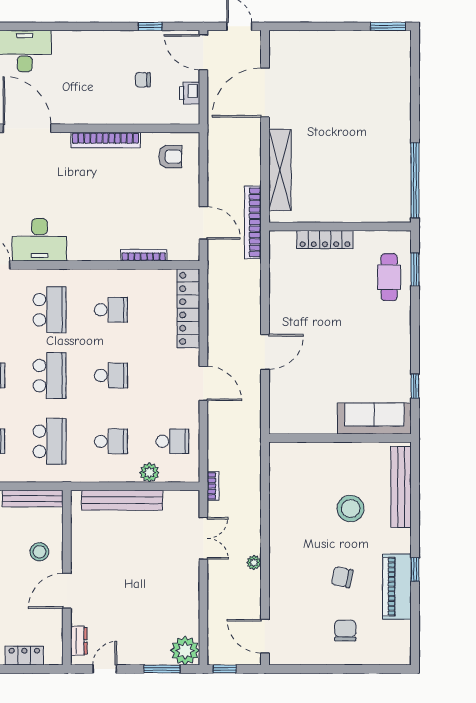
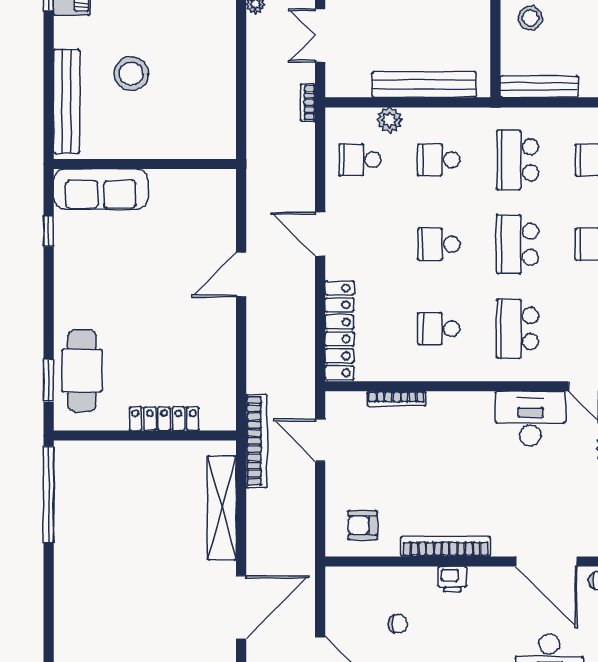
printer: (189, 93) -> (452, 579), moved, turned 90
cafe table: (389, 277) -> (82, 371), width x1.37, depth x1.35

